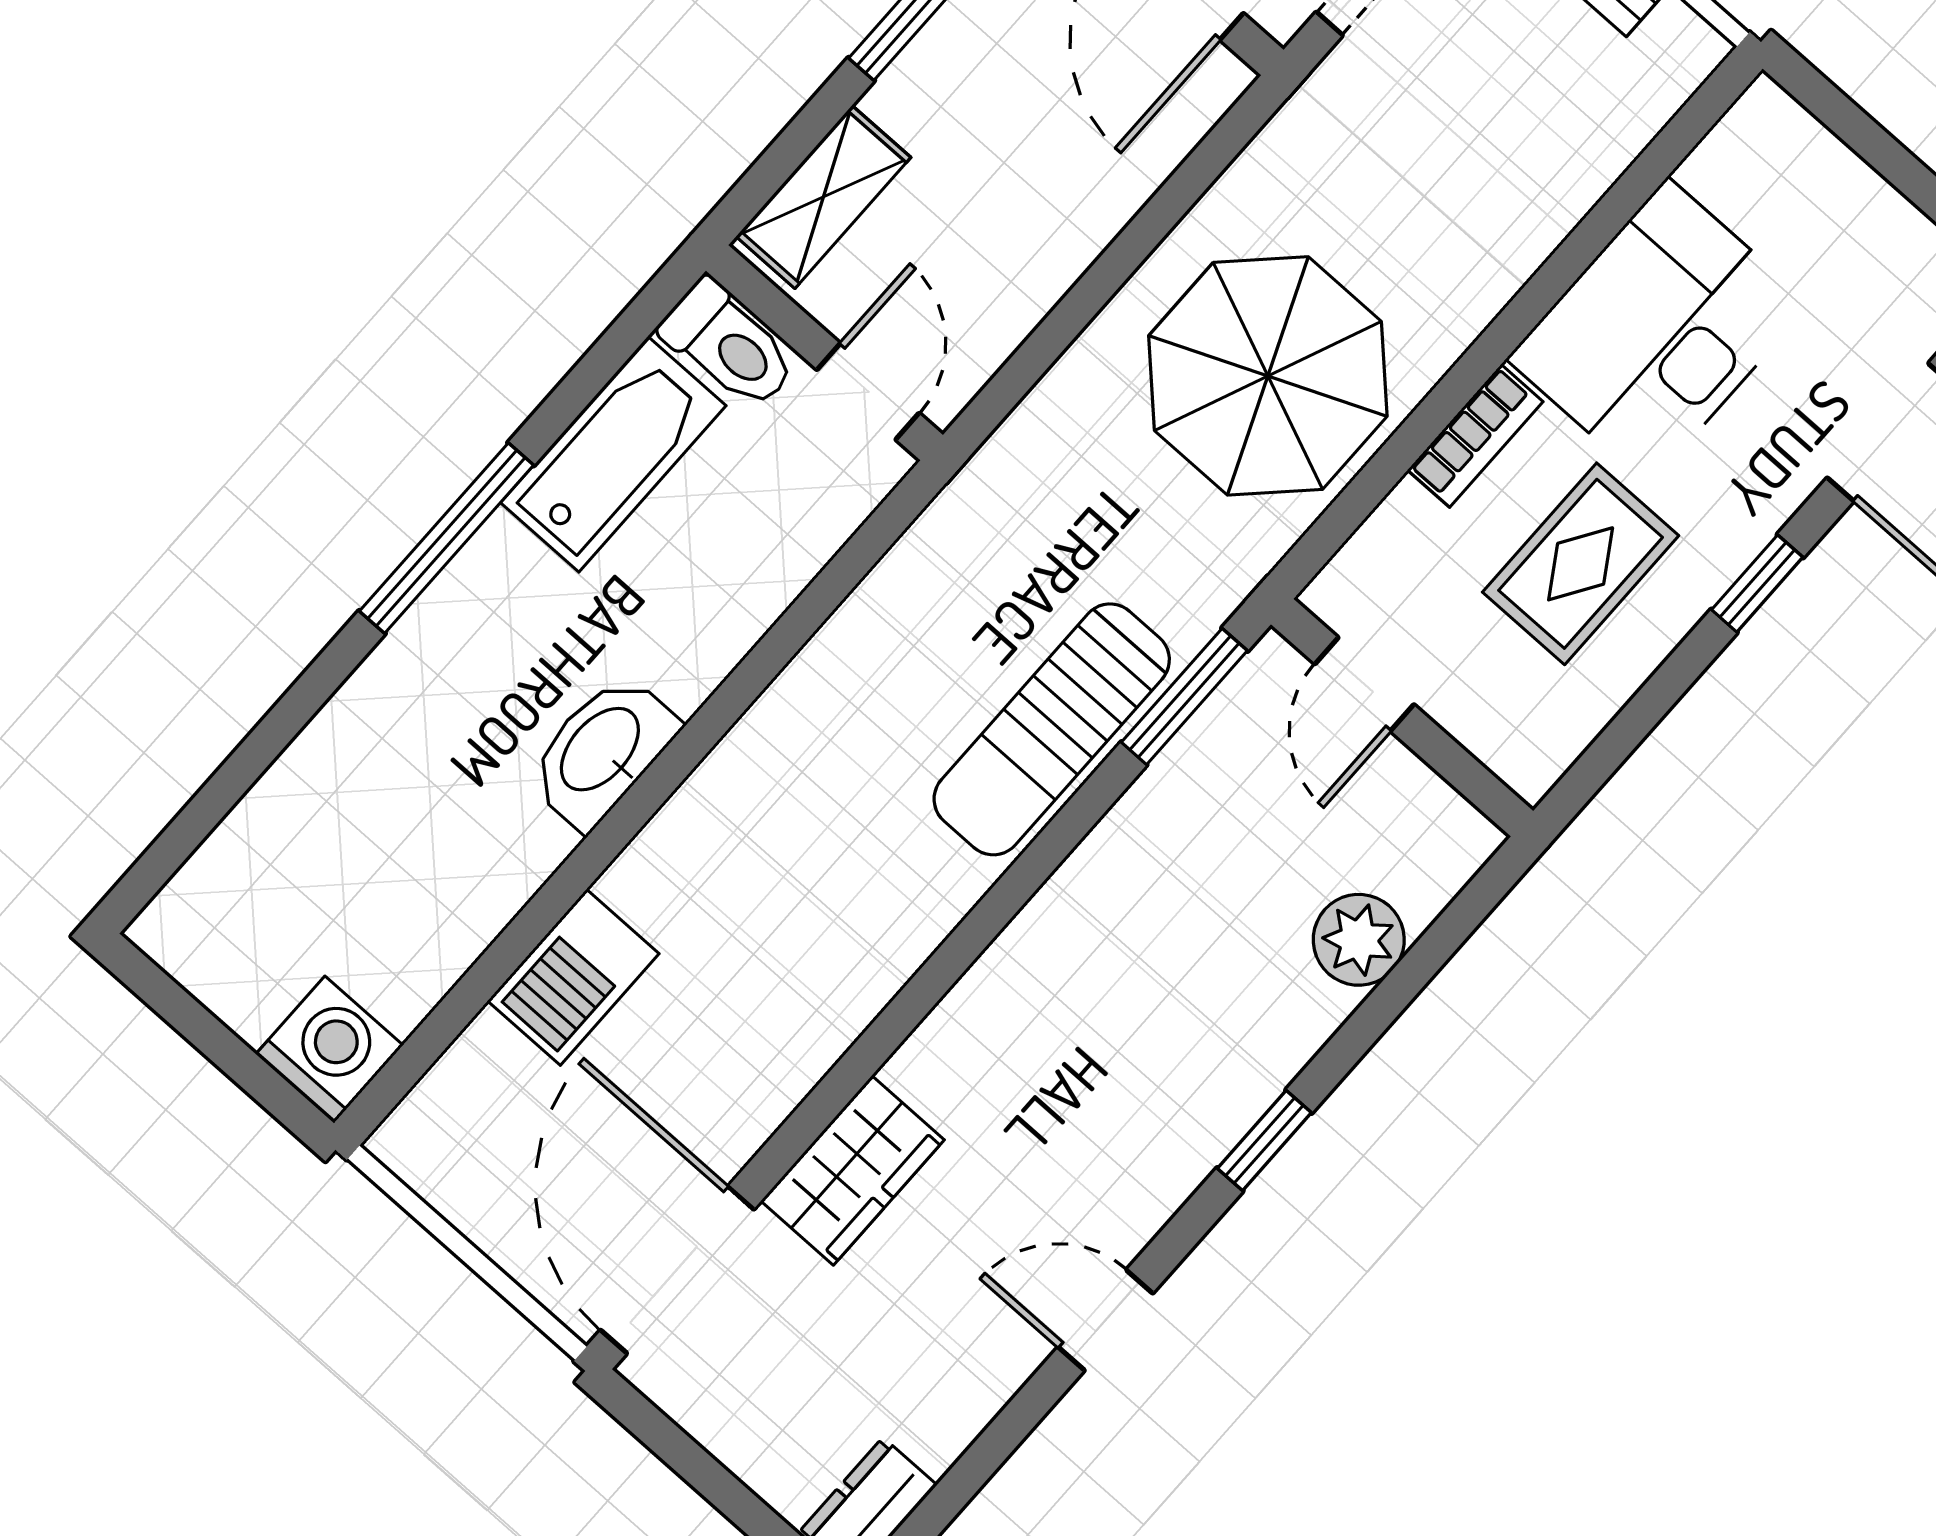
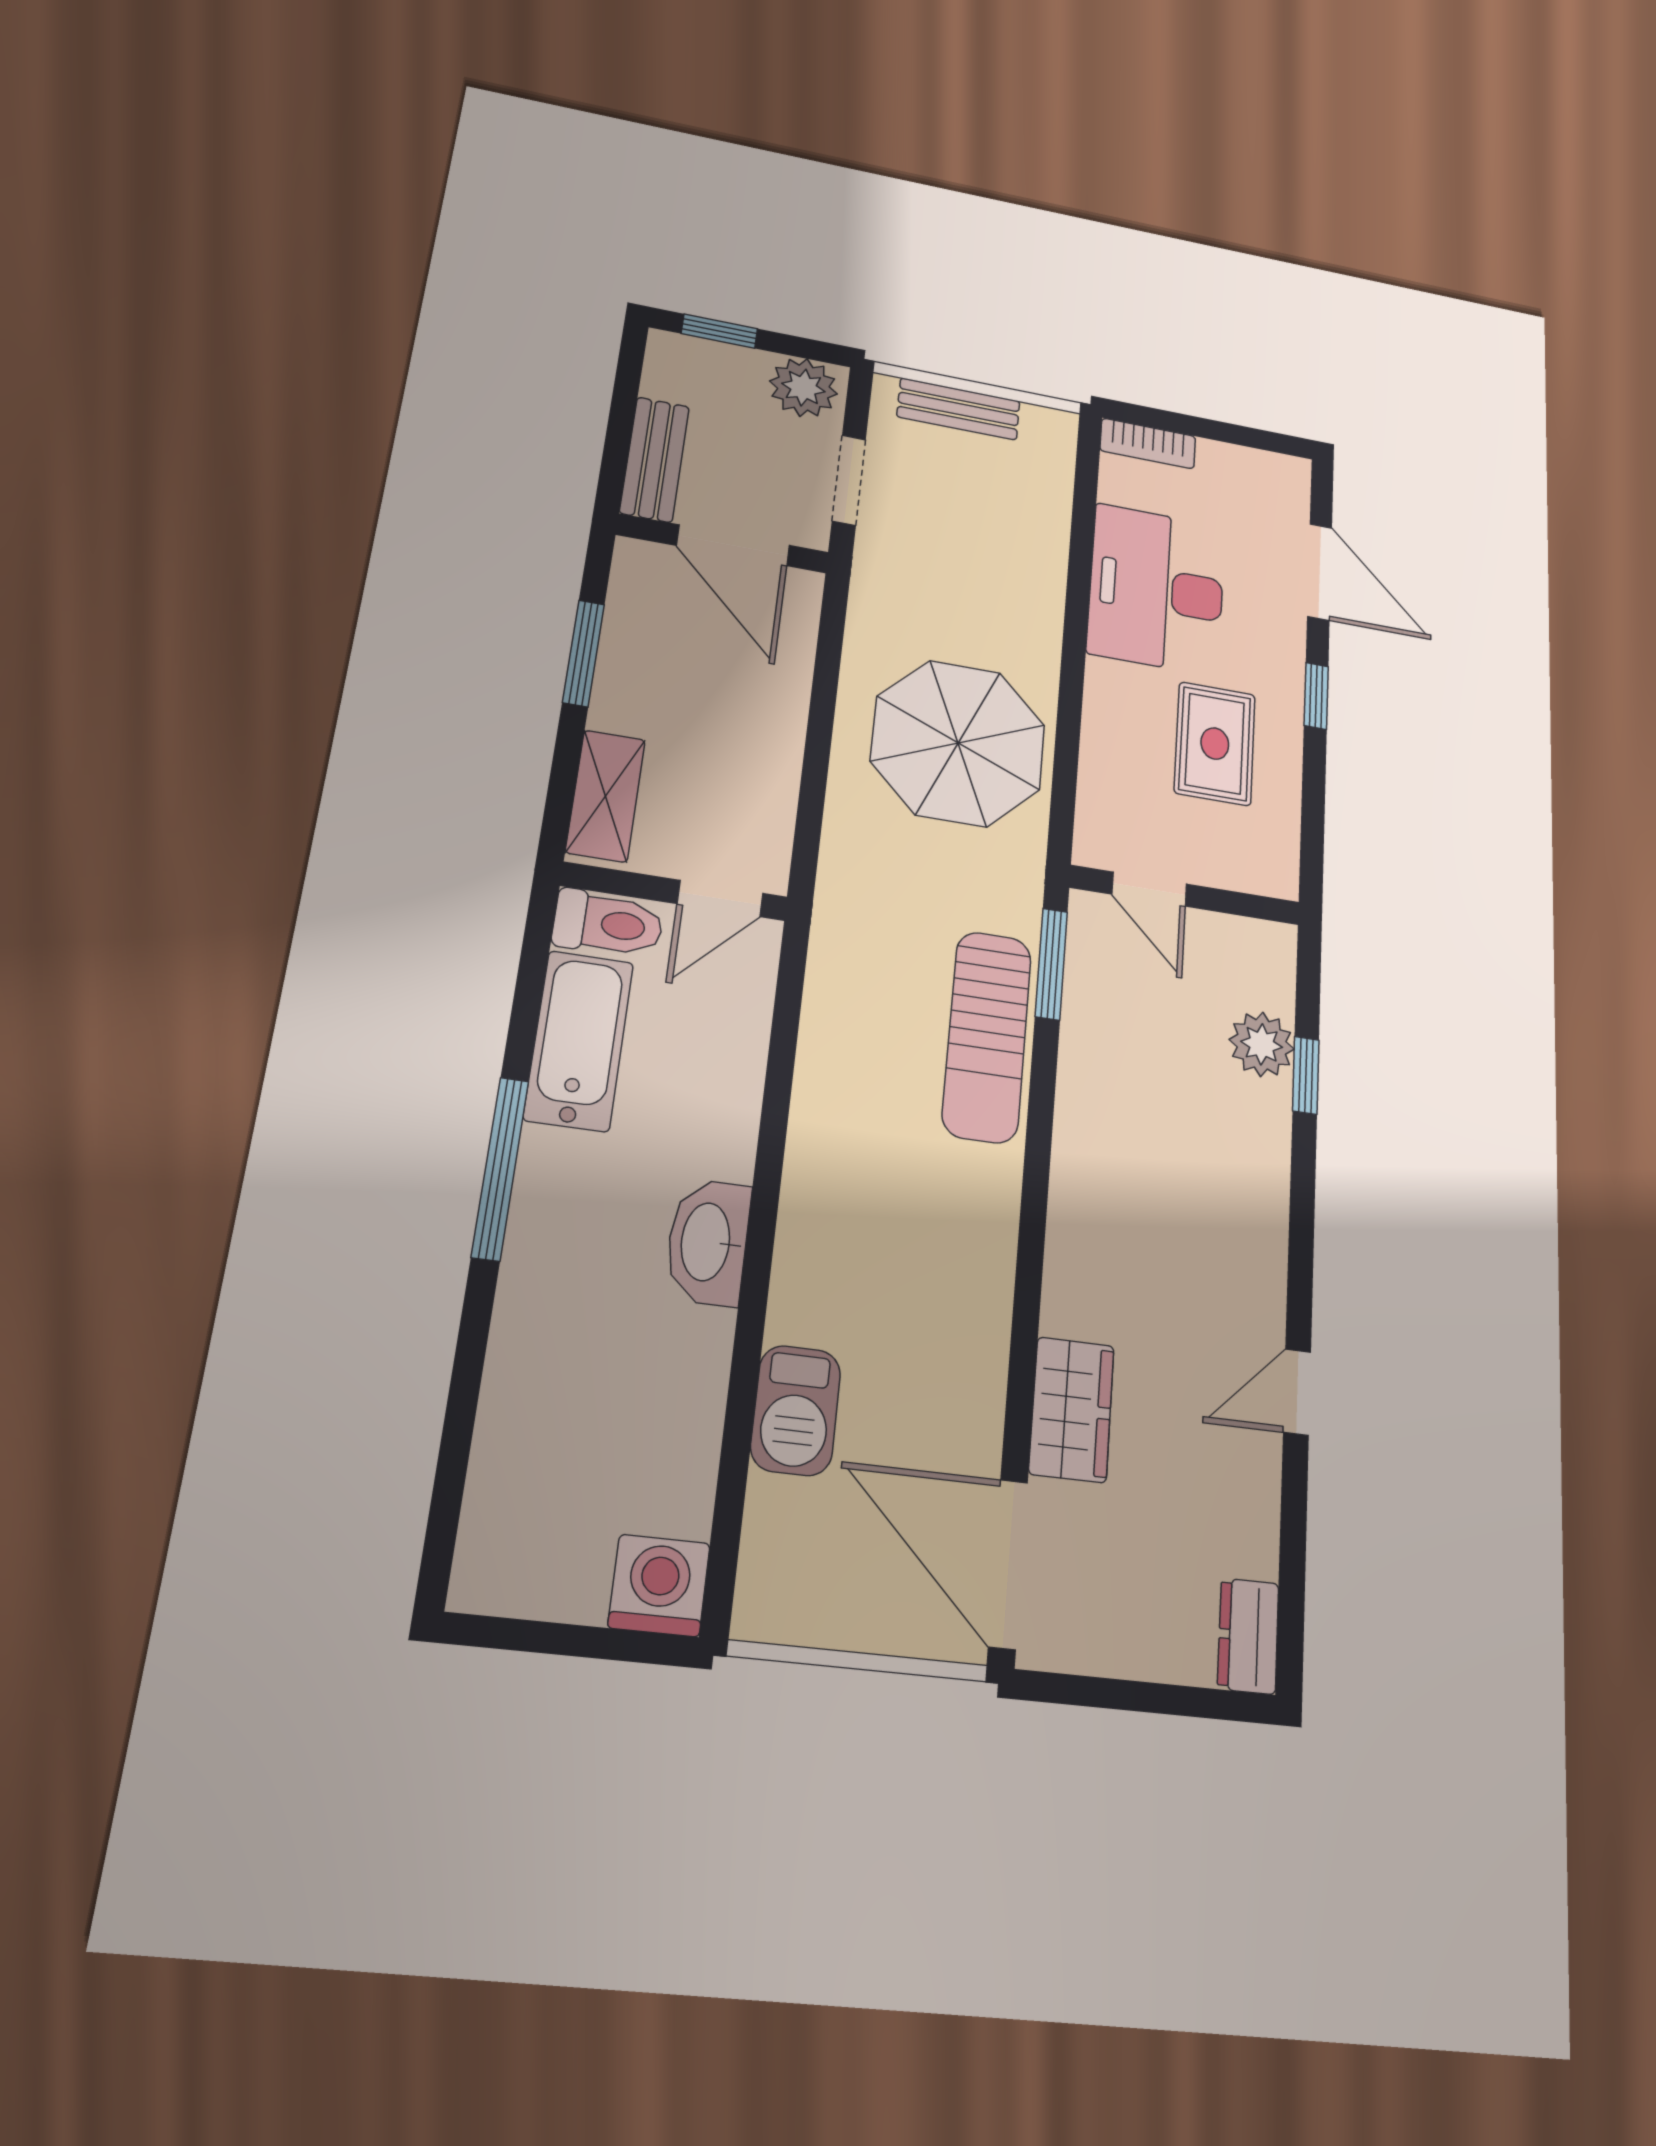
door: (868, 391) -> (720, 899), swing flipped
bookcase: (1475, 436) -> (1148, 443), moved, turned 90
window: (1264, 1140) -> (1306, 1075), moved

